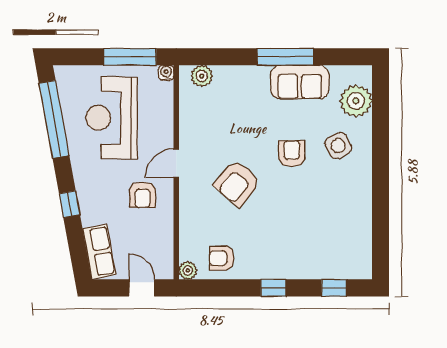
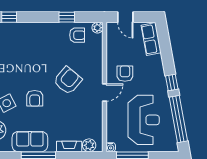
fireplace: (235, 74) -> (69, 146), added
window: (70, 204) -> (172, 82), moved
window: (273, 288) -> (67, 17), moved

